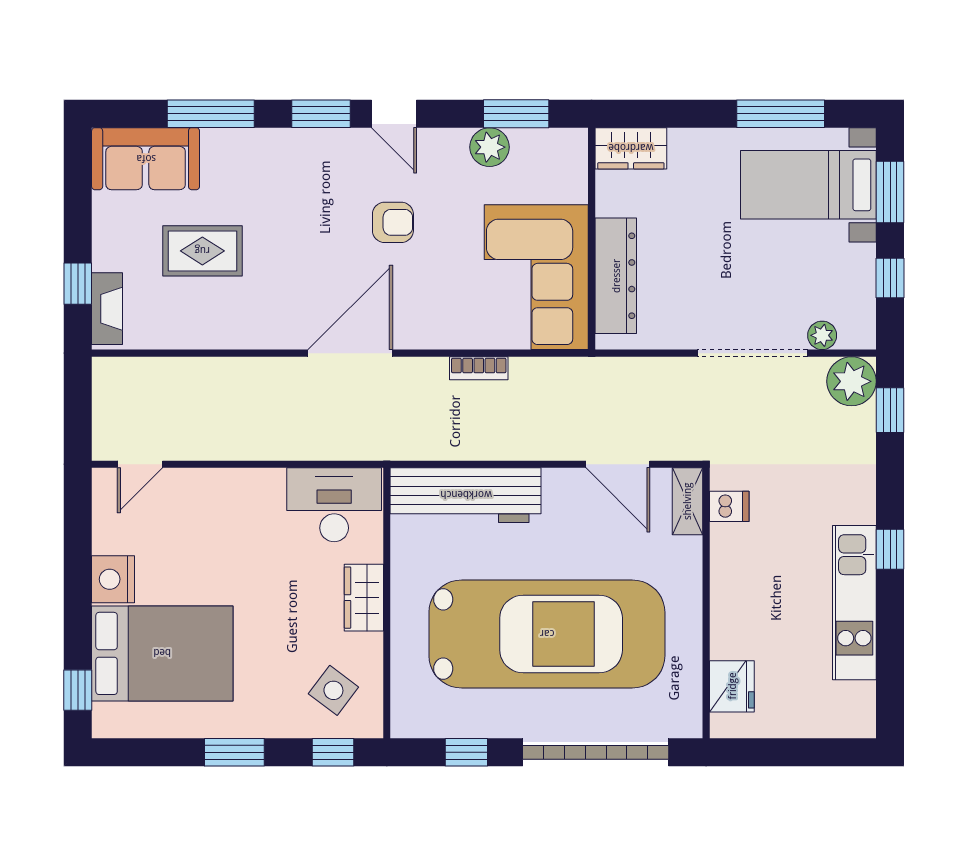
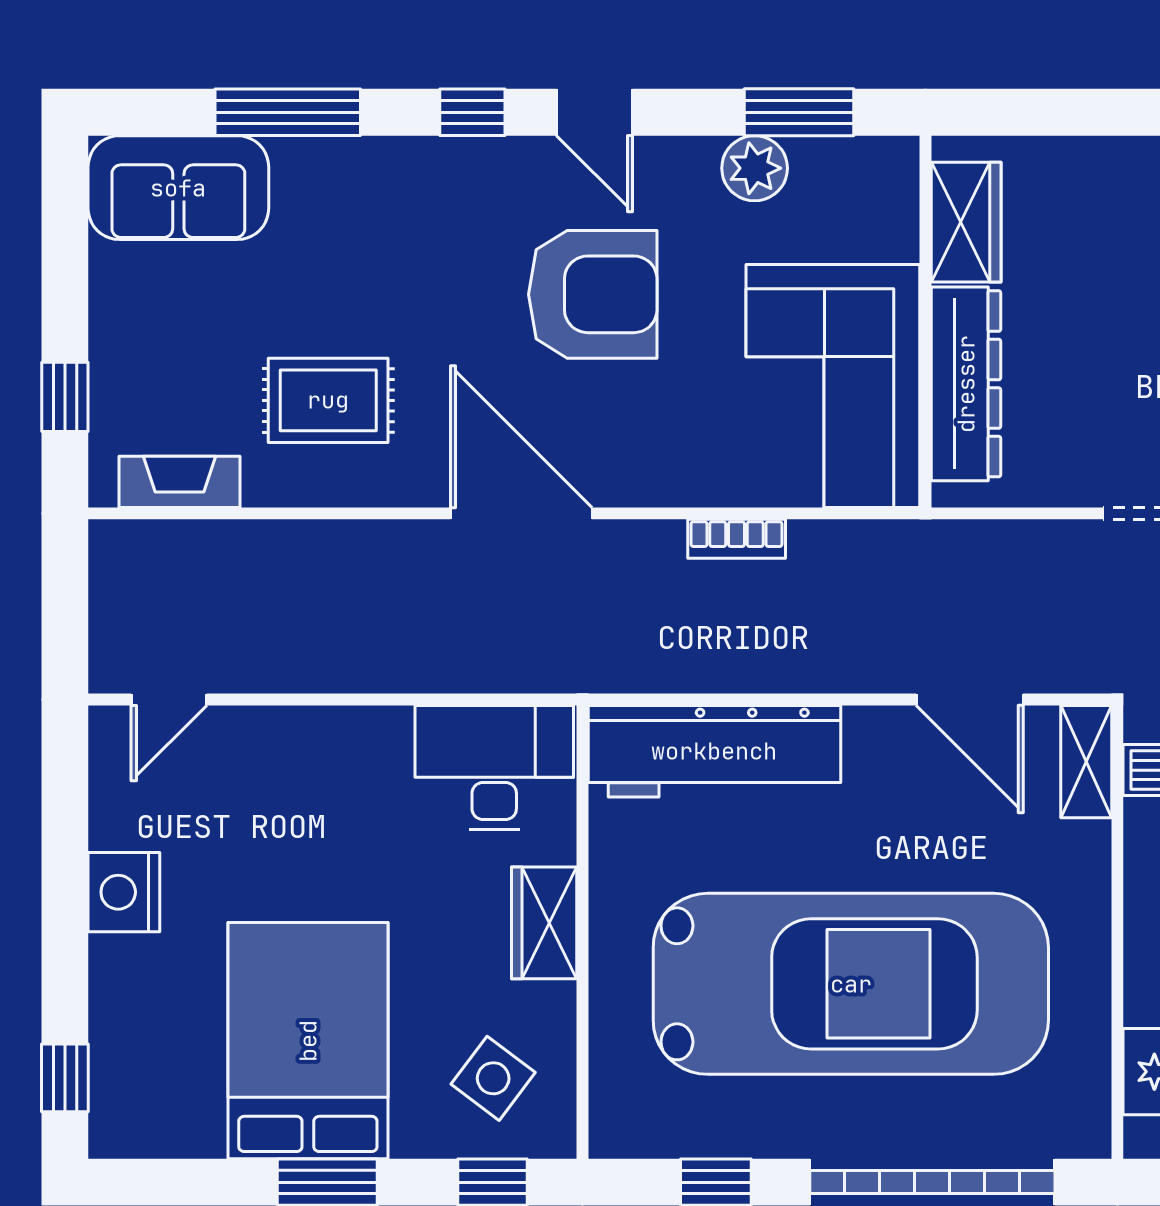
window: (321, 114) -> (472, 112), width x0.67
wardrobe: (631, 148) -> (966, 222), moved, turned -90
armchair: (393, 222) -> (593, 294), width x1.88, depth x1.88
rug: (202, 251) -> (328, 400), moved
fireplace: (107, 309) -> (180, 482), moved, turned -90
door: (350, 353) -> (521, 513), hinge flipped
bed: (162, 653) -> (308, 1041), moved, turned -90

